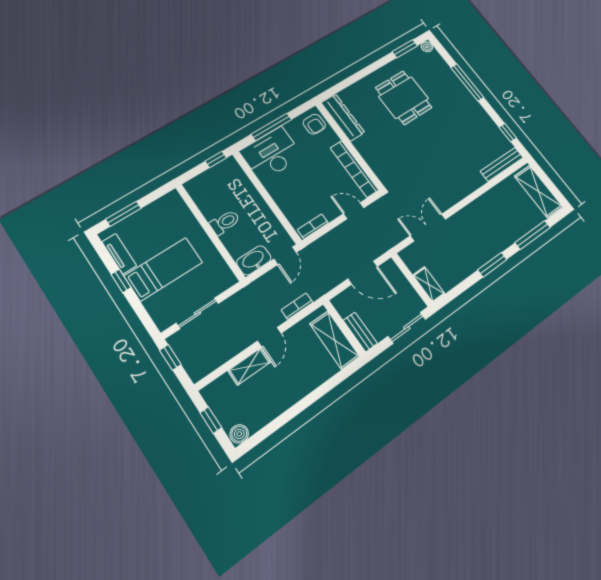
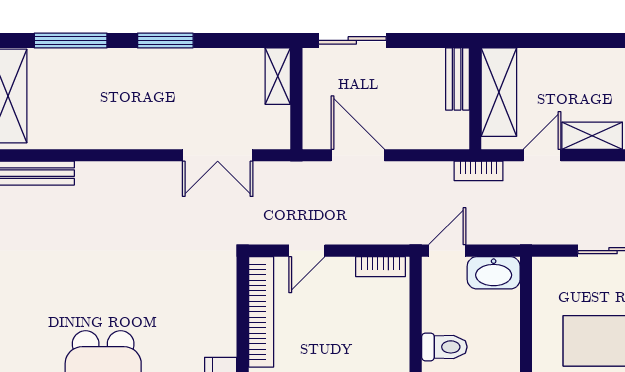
door: (354, 211) -> (307, 251), hinge flipped
toilet: (225, 222) -> (444, 347), moved, turned 180
wall: (344, 328) -> (475, 99), moved
bench: (360, 332) -> (457, 79), moved
shelving: (335, 340) -> (499, 92), moved

